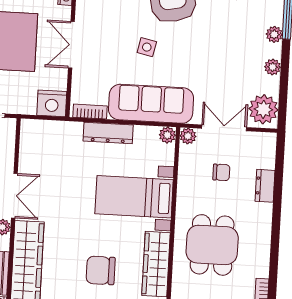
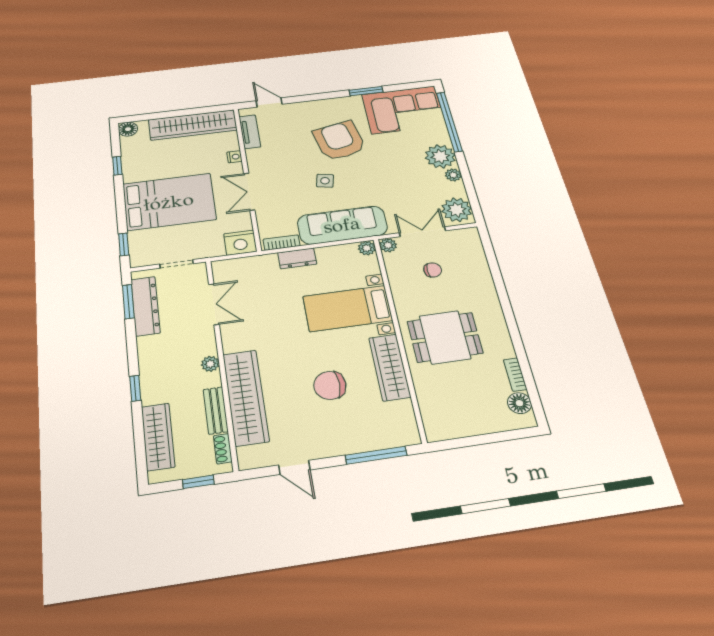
plant: (274, 34) -> (440, 156), width x1.87, depth x1.87
dresser: (108, 133) -> (297, 258), width x0.70
dresser: (265, 186) -> (482, 273), removed
double door: (14, 196) -> (214, 304), moved
dining table: (212, 245) -> (445, 337), turned 90

